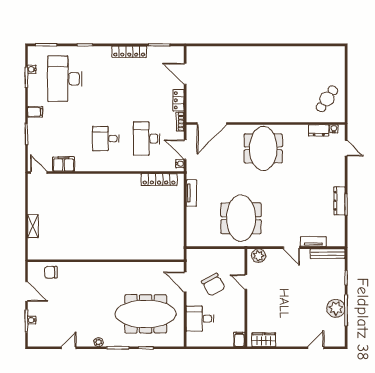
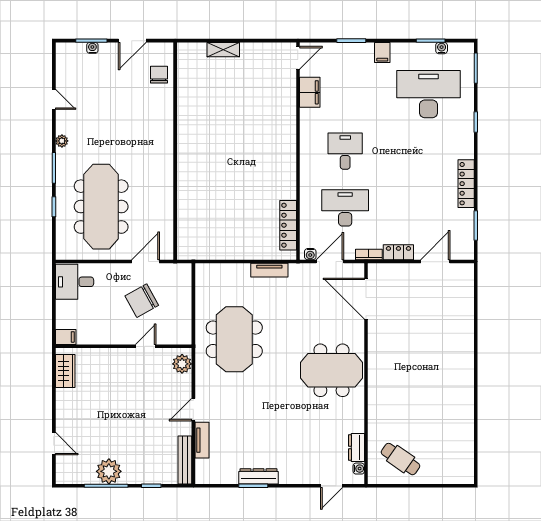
meeting table: (241, 218) -> (234, 339), turned 90
desk: (200, 319) -> (75, 282), moved, turned -90

